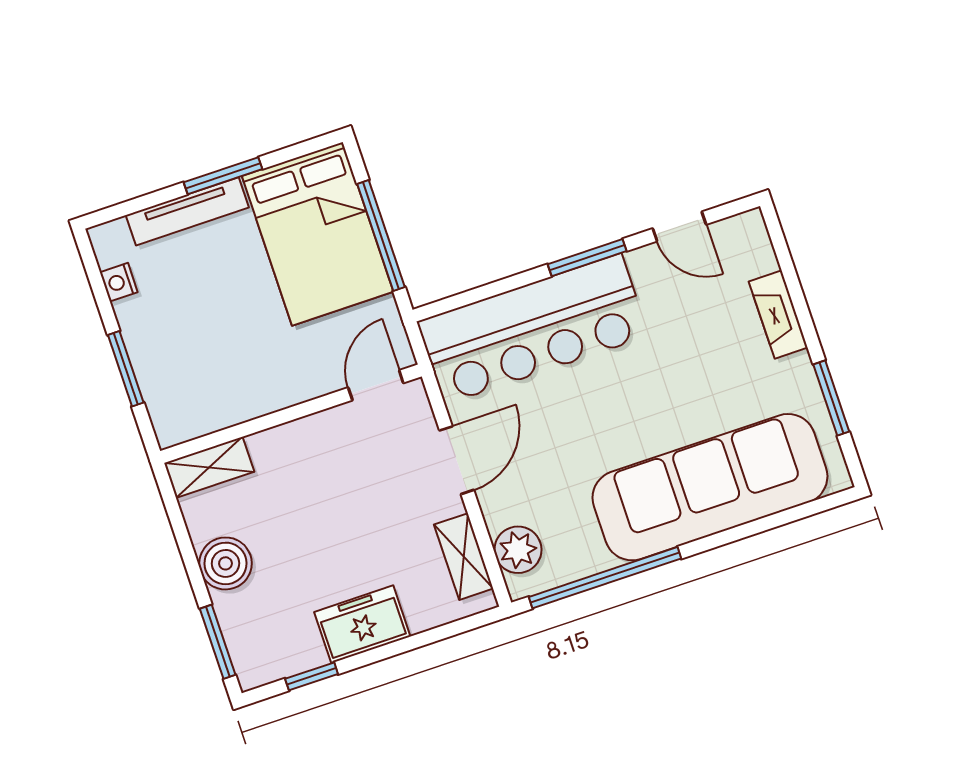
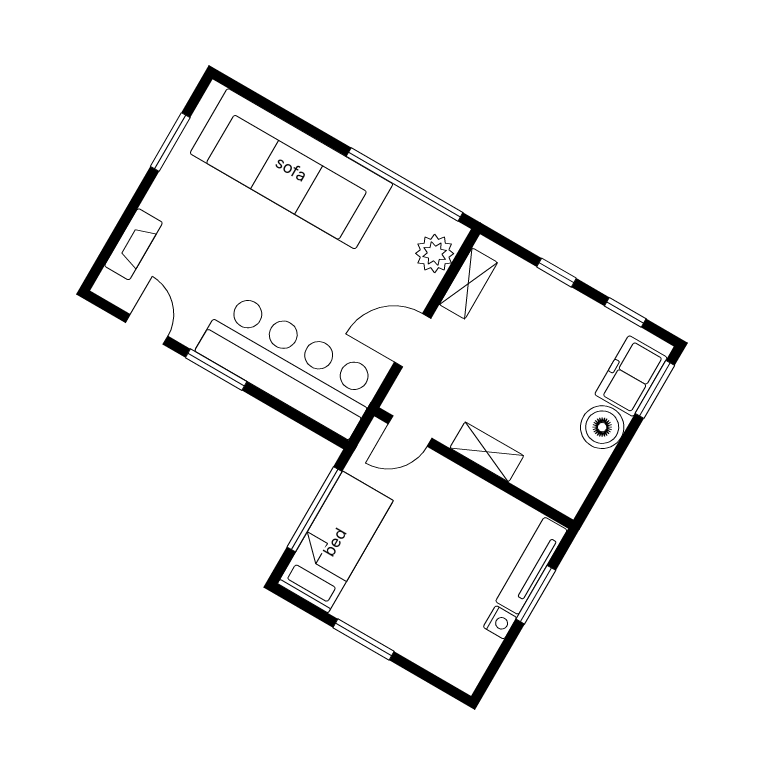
tv unit: (187, 211) -> (531, 566), moved, turned -90
bed: (318, 234) -> (335, 542), width x0.67
nightstand: (119, 282) -> (500, 622), moved
fireplace: (778, 315) -> (134, 244), moved
shelving: (209, 467) -> (487, 452), moved
freezer: (362, 624) -> (631, 376), moved, turned 90
window: (403, 646) -> (557, 273), added

